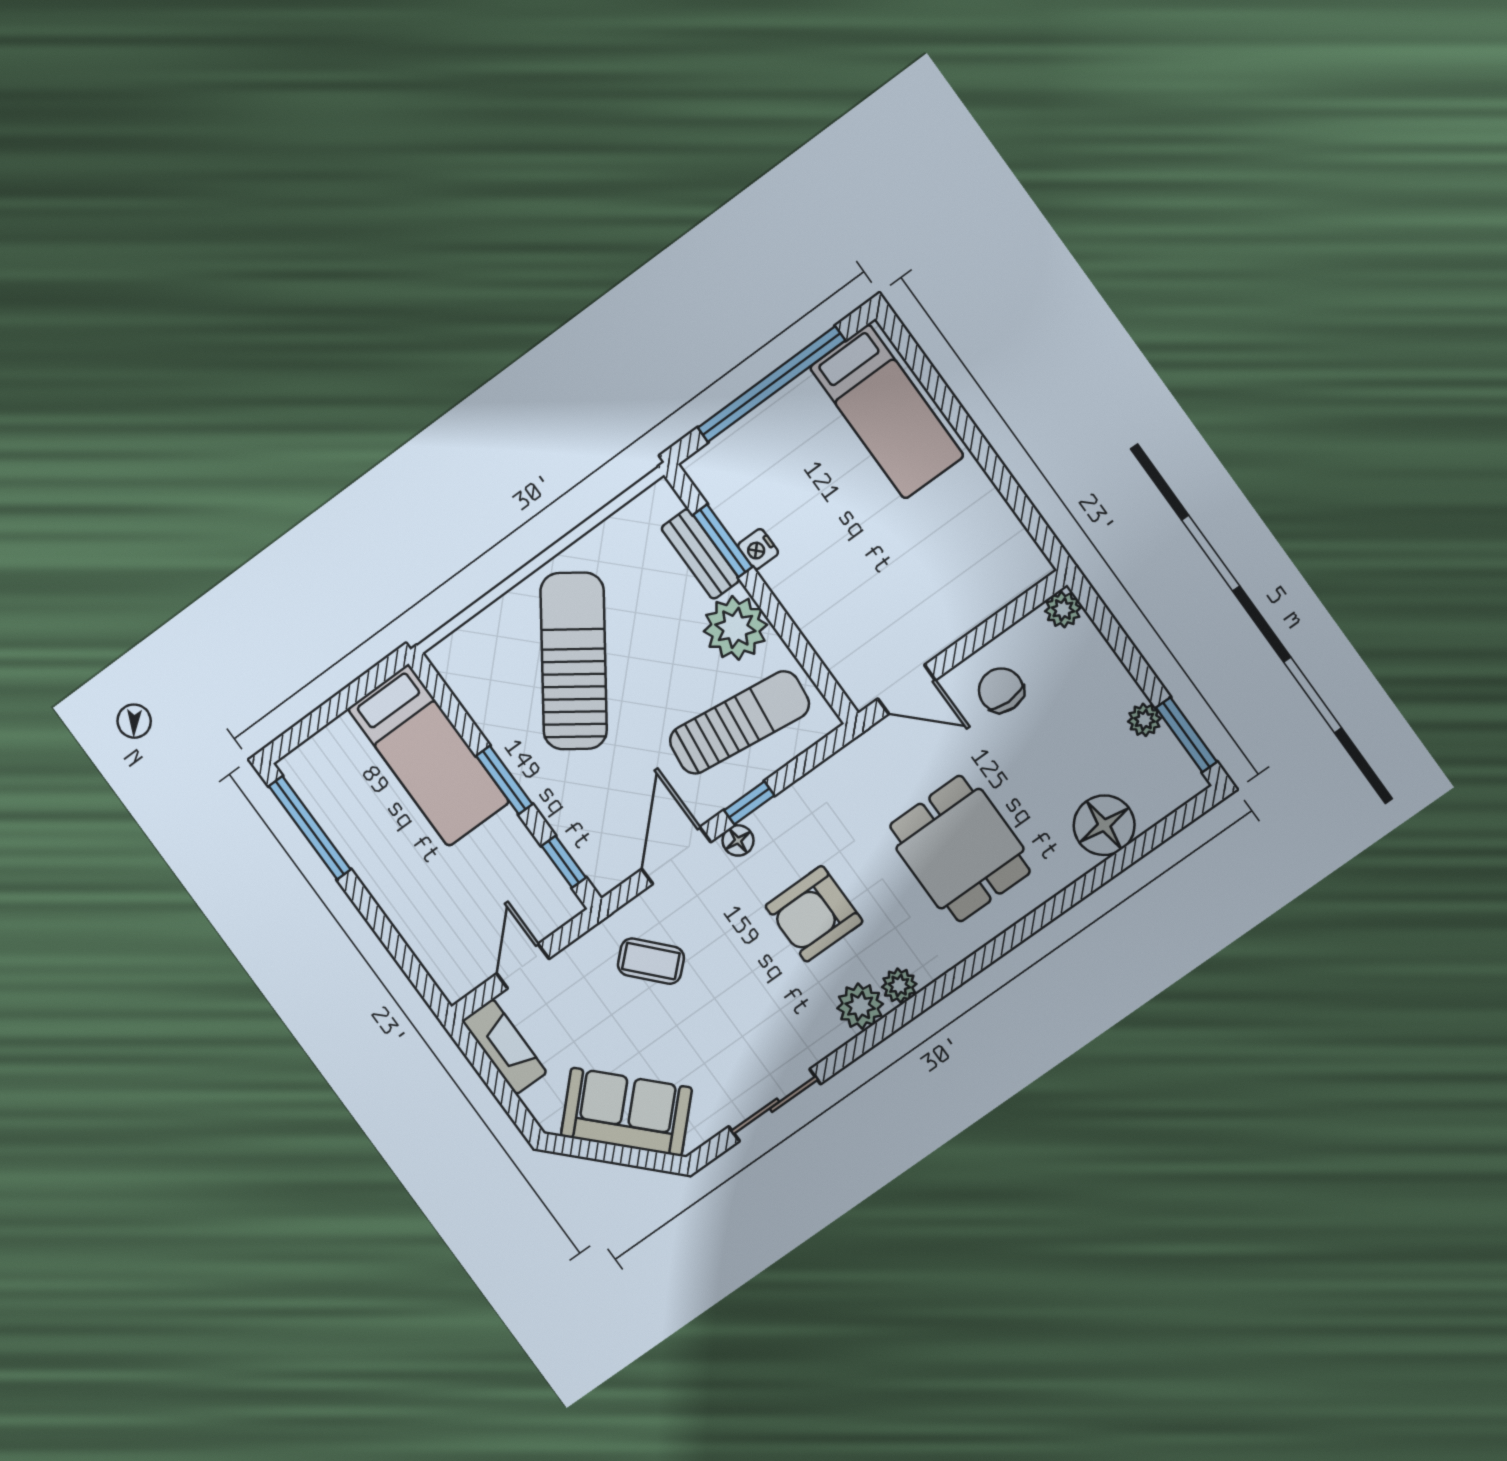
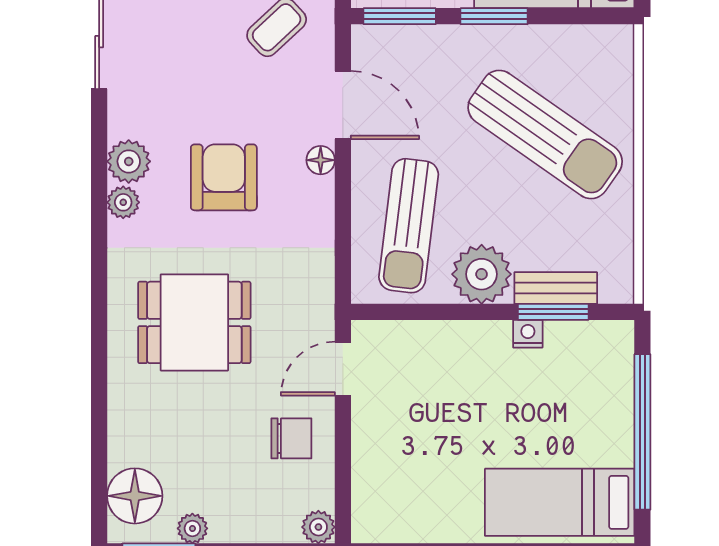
window: (749, 803) -> (343, 189), removed
floor lamp: (1104, 825) -> (135, 496), moved
window: (564, 862) -> (400, 16), width x1.50

